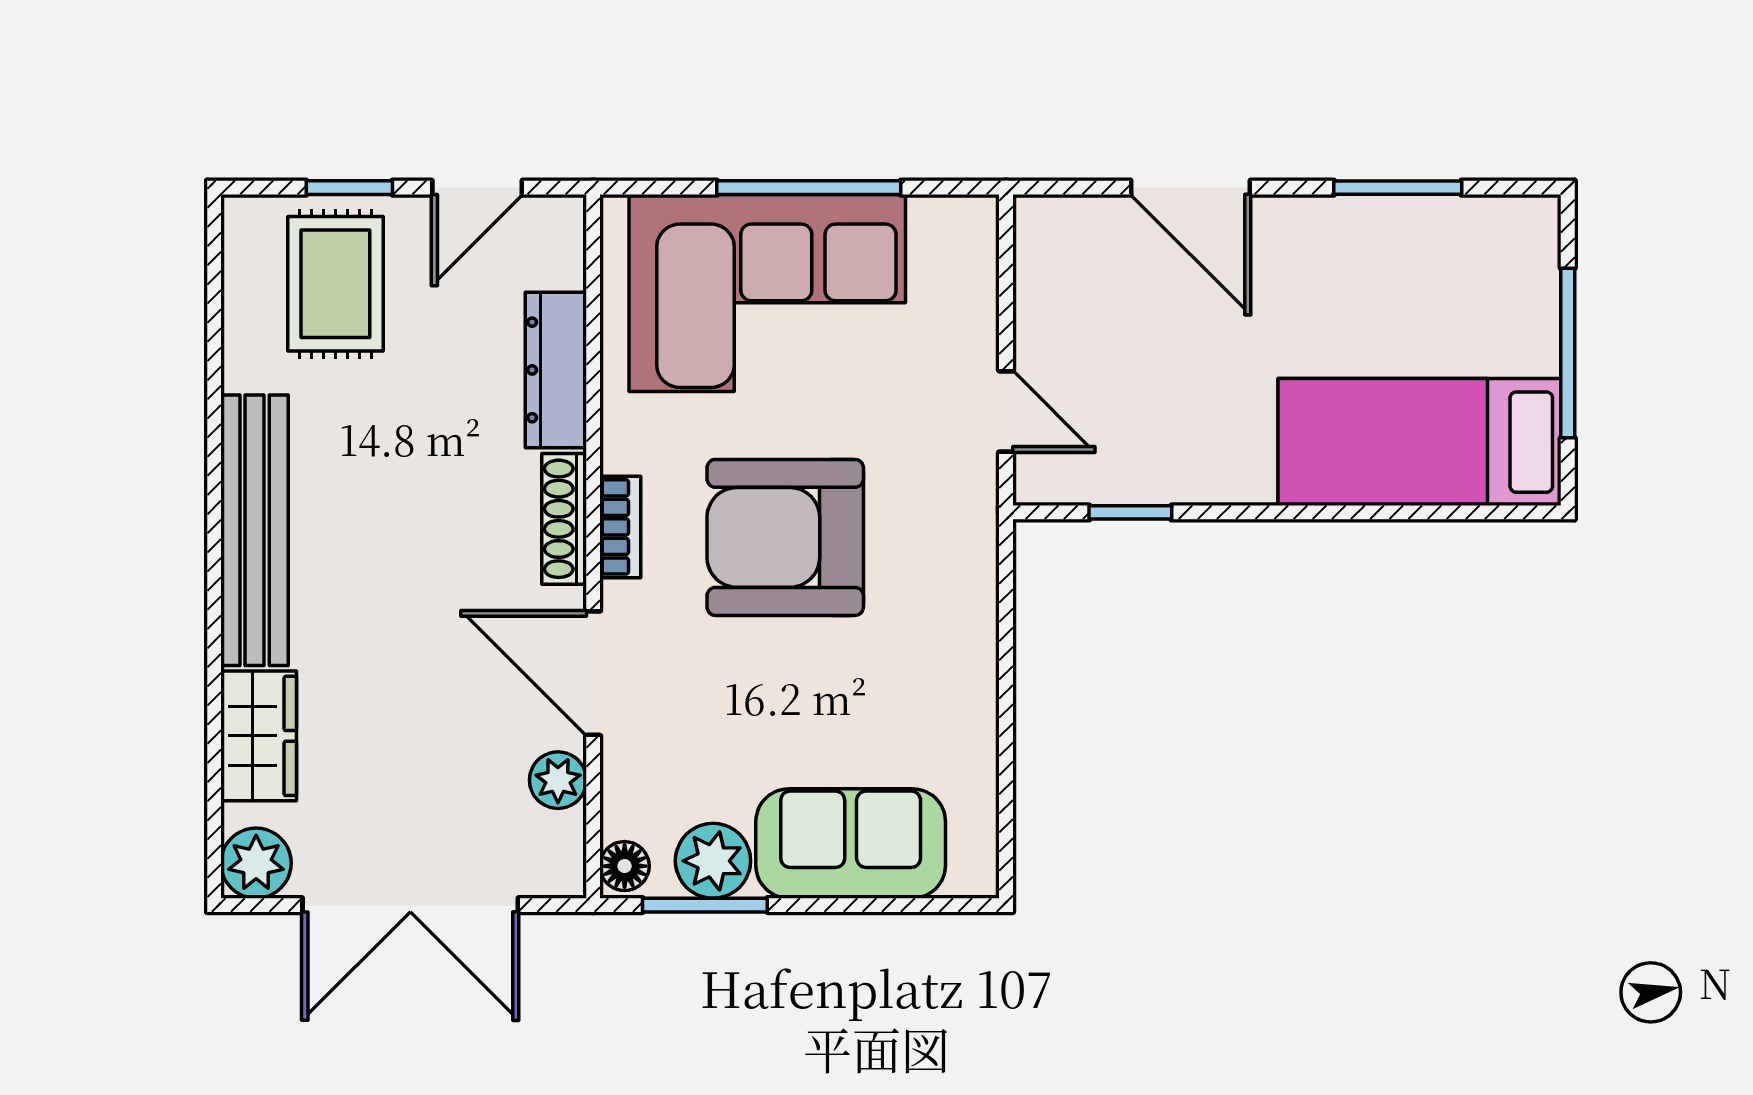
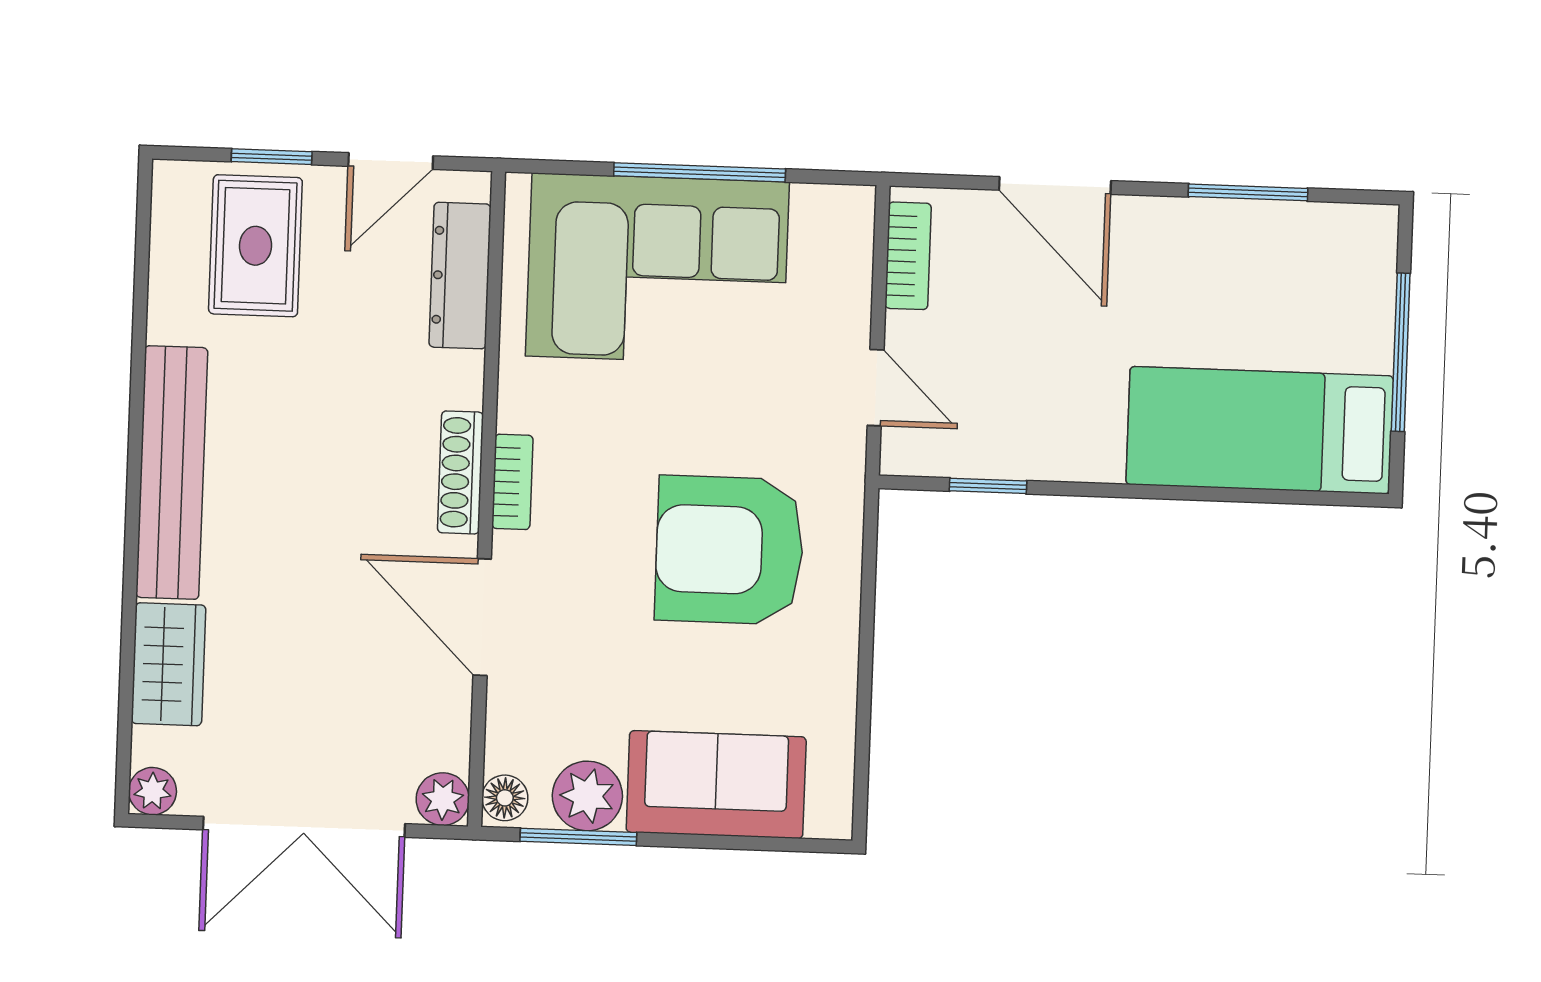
bookcase: (1036, 269) -> (908, 256), added
dresser: (556, 370) -> (460, 276), moved
armchair: (785, 537) -> (729, 550), moved
plant: (558, 780) -> (443, 799), moved
plant: (256, 863) -> (153, 791), width x0.73, depth x0.73

